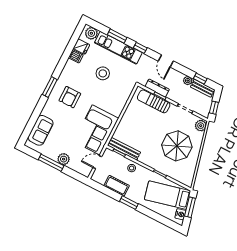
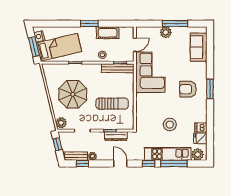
window: (117, 36) -> (174, 163), width x1.44
armchair: (70, 97) -> (188, 89), turned -90
sun lounger: (154, 101) -> (112, 104), moved

